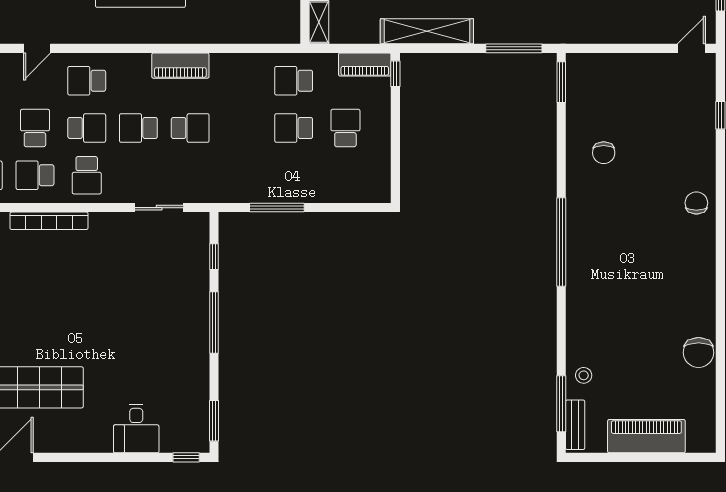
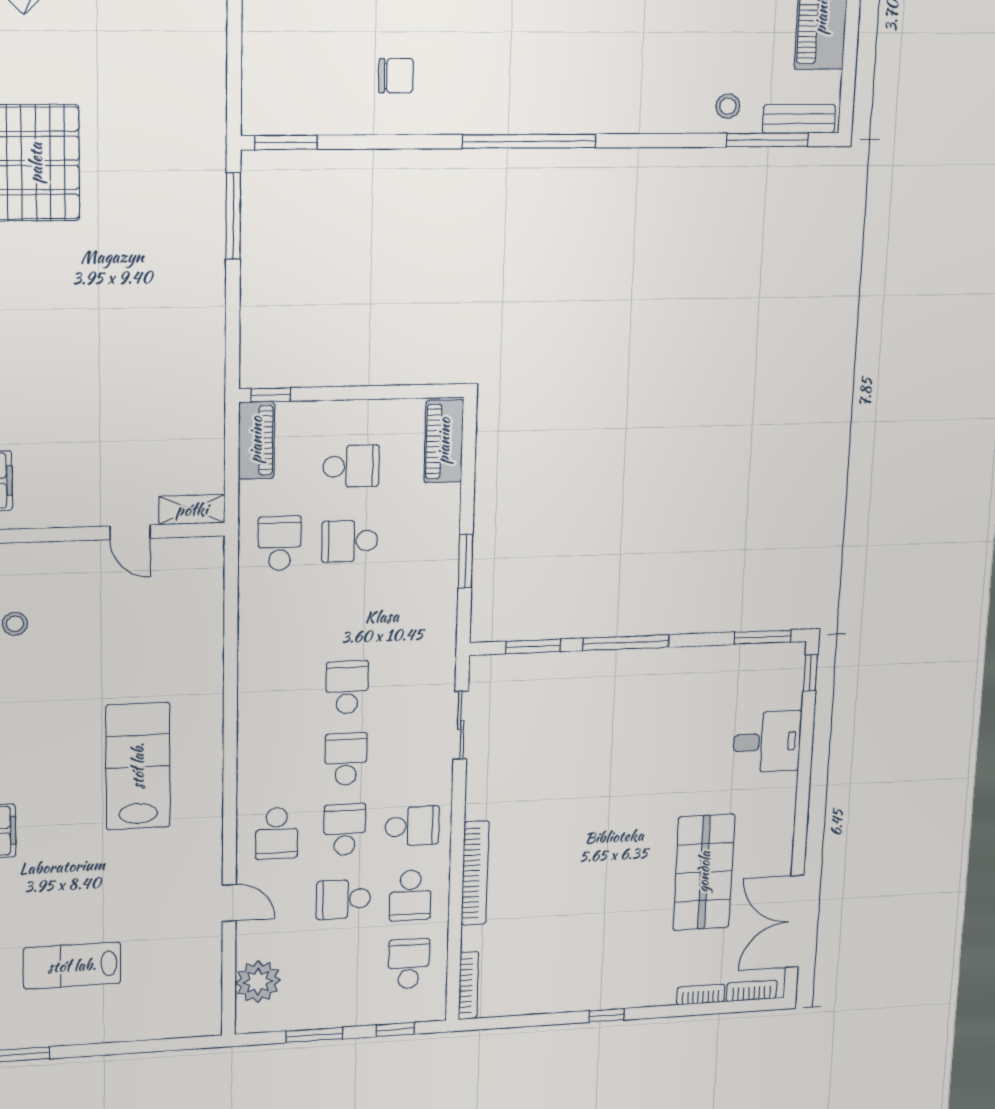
shelving: (427, 31) -> (206, 349), removed
piano: (180, 66) -> (444, 441), moved, turned 180
school desk: (294, 81) -> (280, 543), turned 180
school desk: (138, 128) -> (346, 759), turned 180
school desk: (294, 128) -> (350, 541), turned 90
school desk: (345, 128) -> (351, 466), turned 180
window: (277, 208) -> (465, 561), width x0.69
window: (214, 257) -> (533, 646), width x1.50

